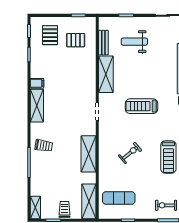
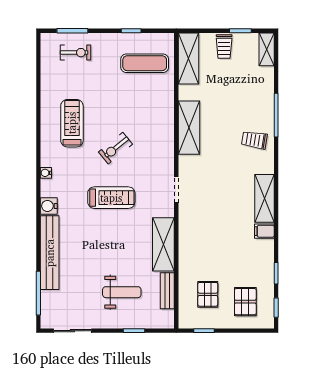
pallet: (76, 40) -> (208, 294), turned 90
exercise bike: (130, 153) -> (115, 148), moved

